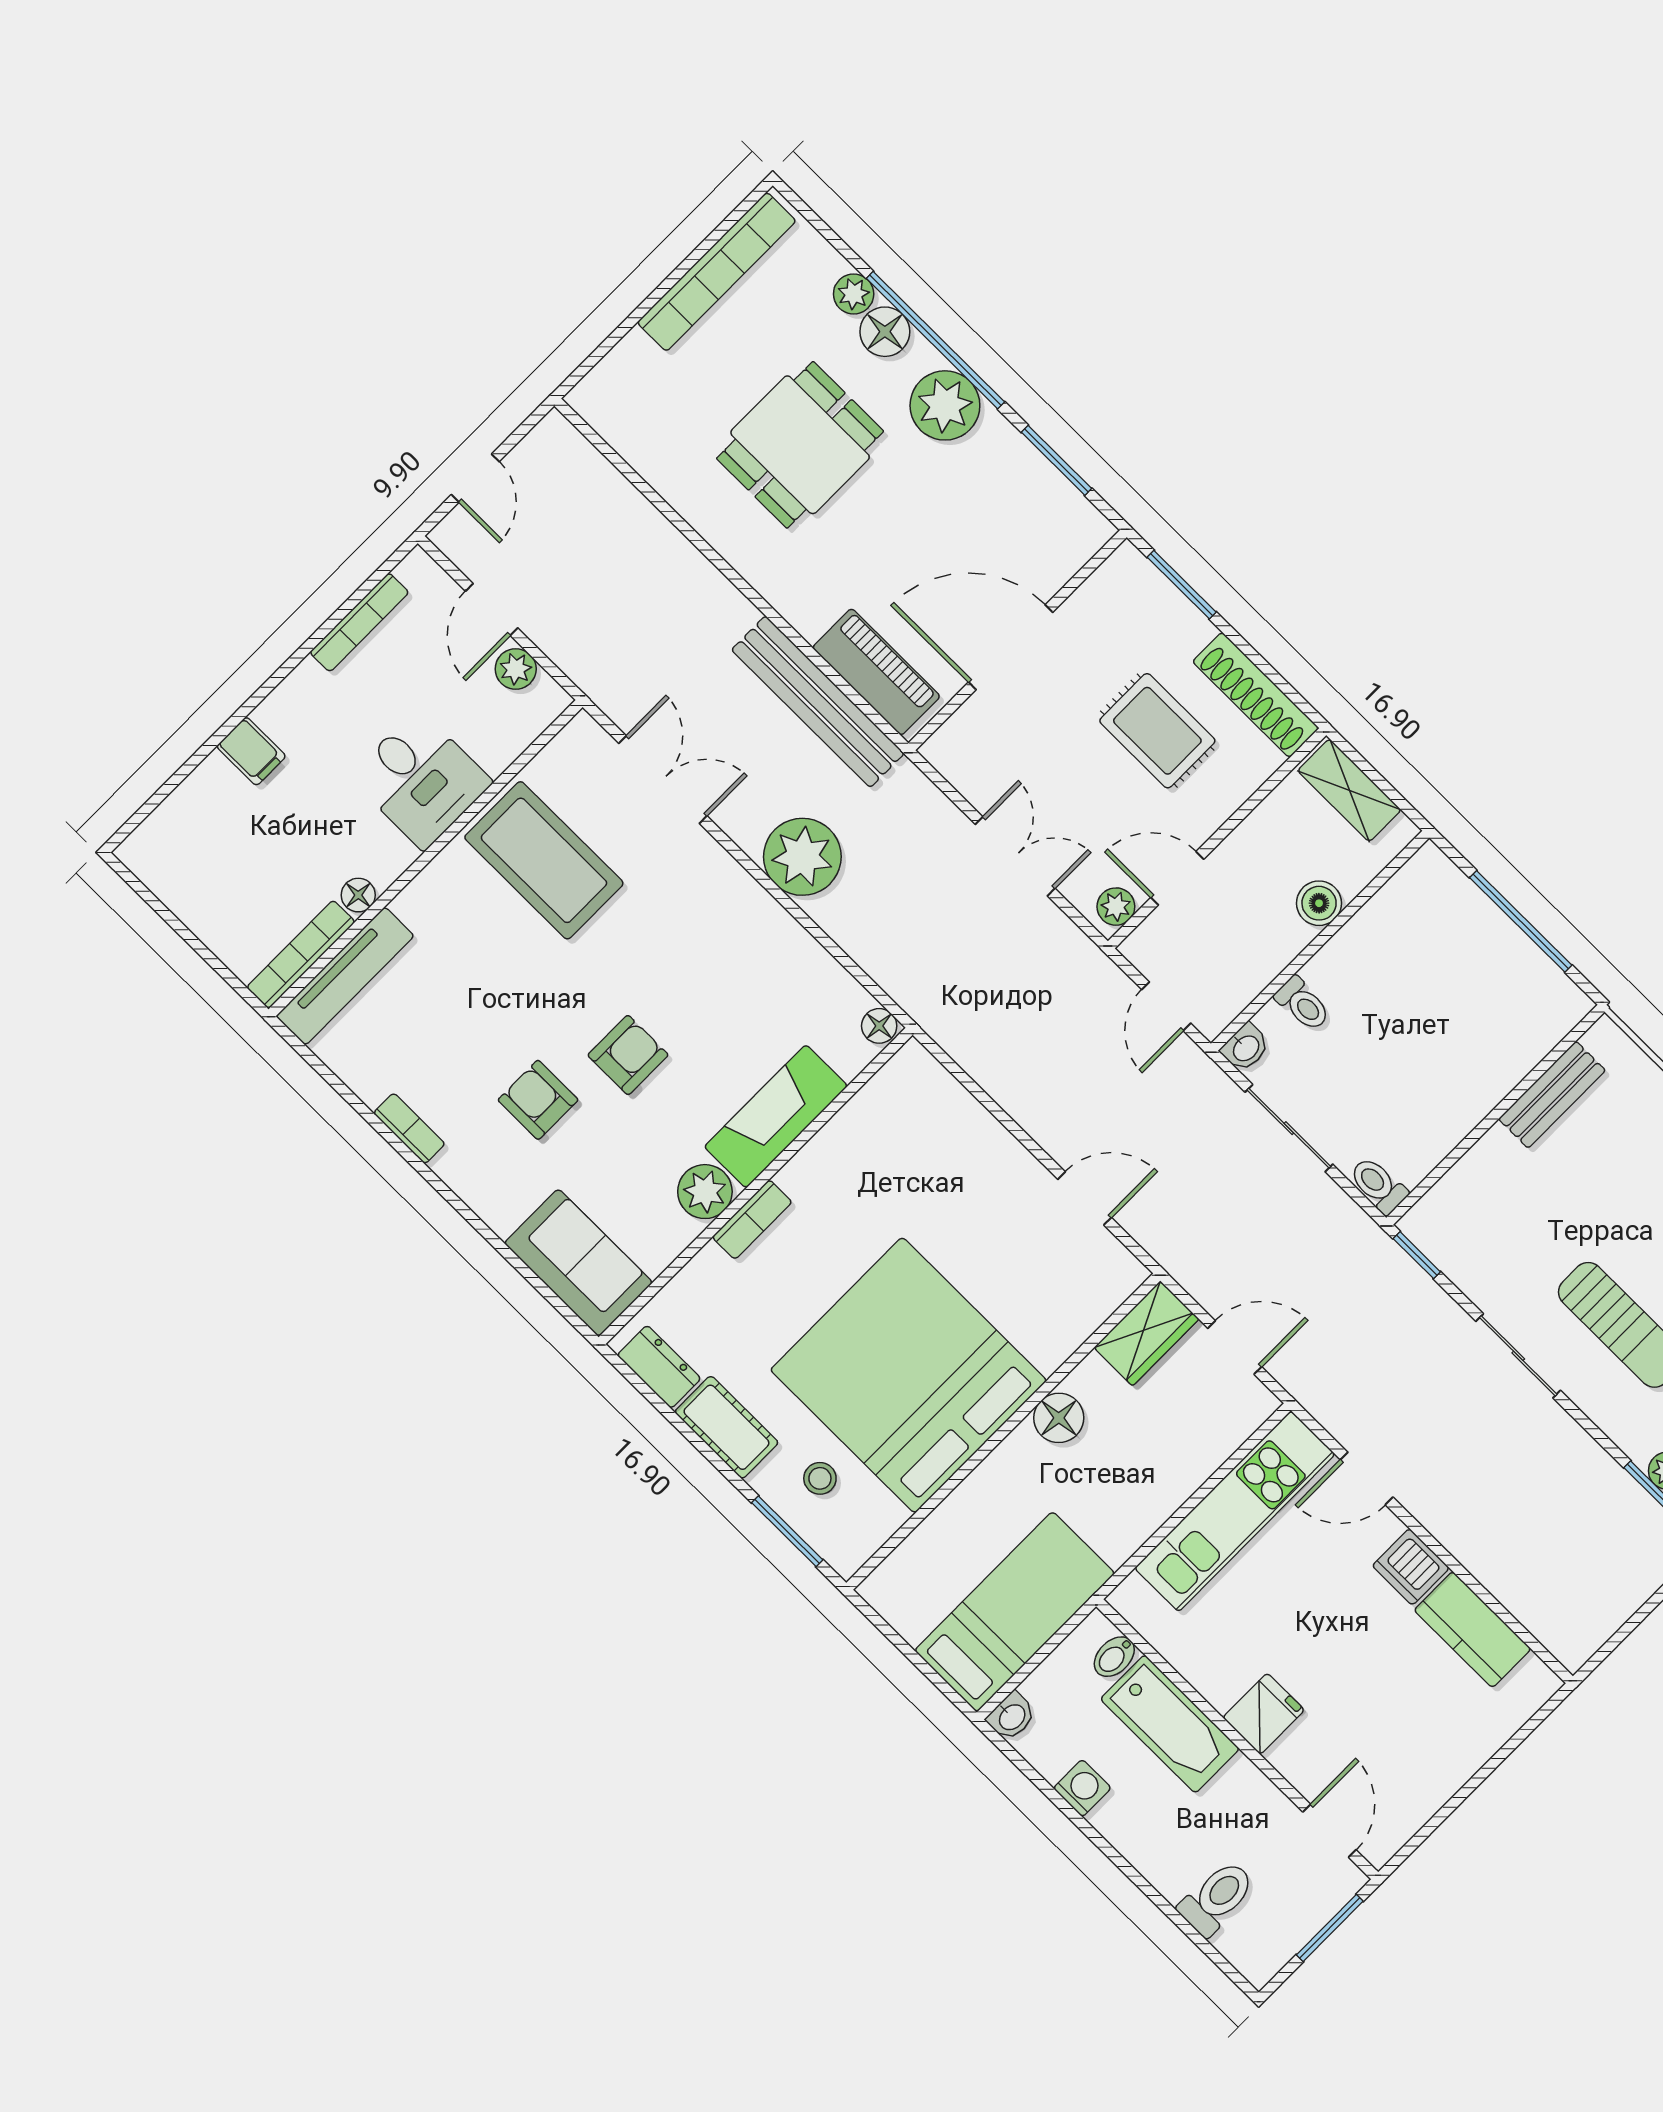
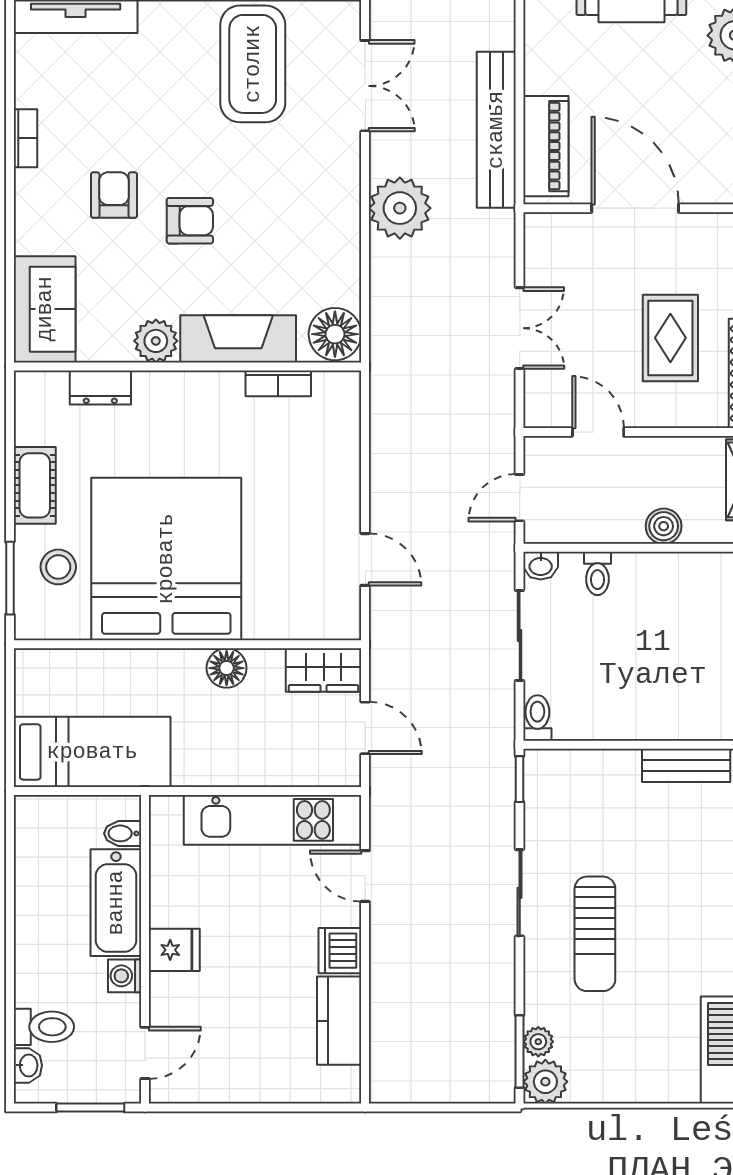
plant: (1116, 907) -> (548, 413), removed
floor lamp: (879, 1026) -> (335, 334), width x1.89, depth x1.89
bookcase: (752, 1220) -> (278, 383), moved
dresser: (659, 1367) -> (100, 387), moved, turned 90
stool: (820, 1478) -> (58, 567), width x1.37, depth x1.37
washbasin: (1011, 1717) -> (28, 1065), moved, turned -90
washing machine: (1082, 1788) -> (125, 976), moved, turned 180

